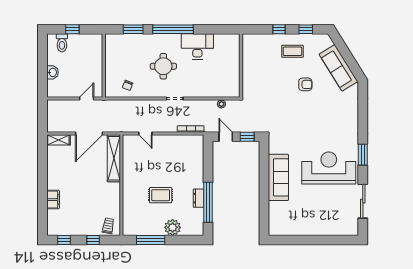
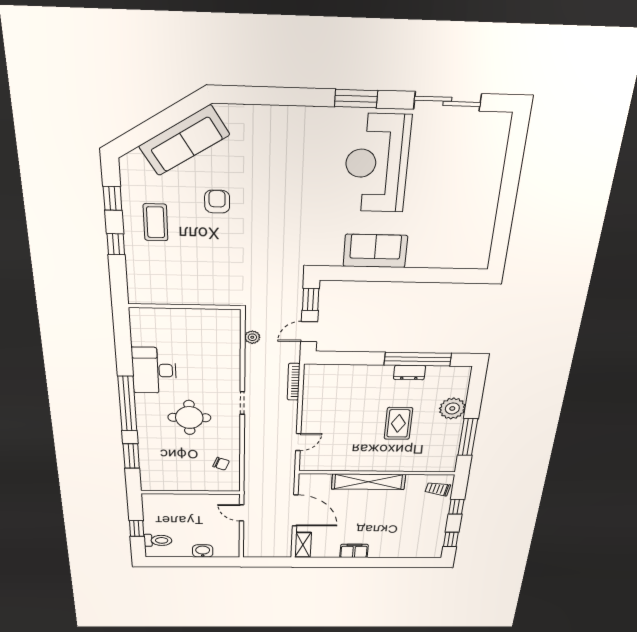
shelving: (114, 158) -> (368, 482), moved
sofa: (278, 177) -> (375, 251), width x0.73
filing cabinet: (53, 200) -> (354, 551), moved

